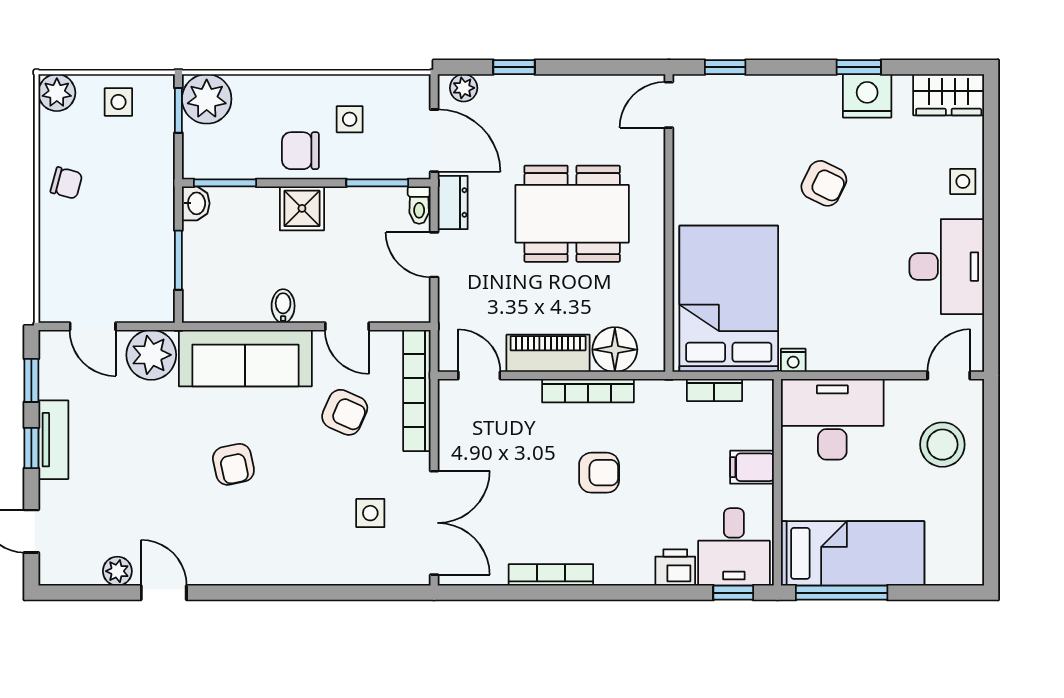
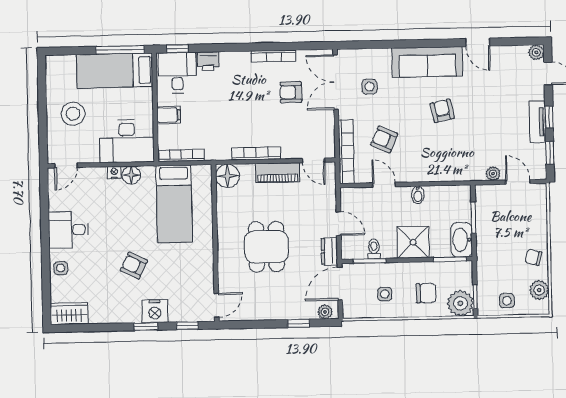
window: (859, 67) -> (146, 327), moved
plant: (57, 93) -> (539, 290), moved
nightstand: (867, 96) -> (155, 311), moved
door: (434, 141) -> (340, 284), hinge flipped
chair: (300, 151) -> (426, 293), moved
washbasin: (196, 203) -> (462, 240), width x1.91, depth x1.45
toilet: (419, 205) -> (374, 249), moved
shower: (302, 208) -> (413, 242), width x1.36, depth x1.36
dining table: (572, 214) -> (266, 247), width x0.73
desk: (947, 267) -> (68, 230), width x0.73
bed: (729, 299) -> (174, 204), width x0.67
floor lamp: (615, 350) -> (228, 176), moved
plant: (151, 355) -> (493, 174), width x0.53, depth x0.53
floor lamp: (825, 355) -> (131, 175), added
sofa: (245, 358) -> (427, 62), moved, turned 180
nightstand: (793, 360) -> (114, 173), moved
bookcase: (714, 390) -> (181, 155), width x1.56
stool: (942, 445) -> (73, 114), moved
armchair: (599, 473) -> (291, 92), moved
plant: (117, 571) -> (536, 52), moved

